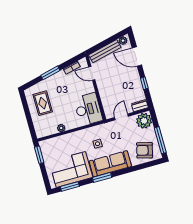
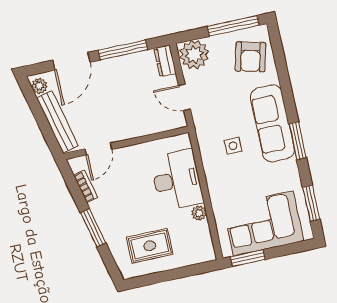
window: (144, 83) -> (123, 50), width x2.17
desk: (88, 109) -> (177, 180), moved, turned 90
corner sofa: (71, 169) -> (263, 223), moved, turned 90

